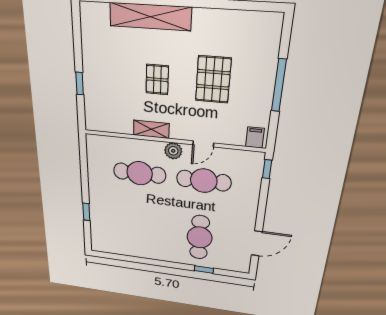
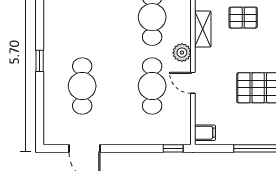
pallet: (157, 80) -> (243, 18), moved
cafe table: (200, 237) -> (82, 86), turned 90
window: (204, 270) -> (40, 61), moved

